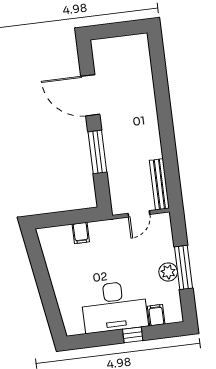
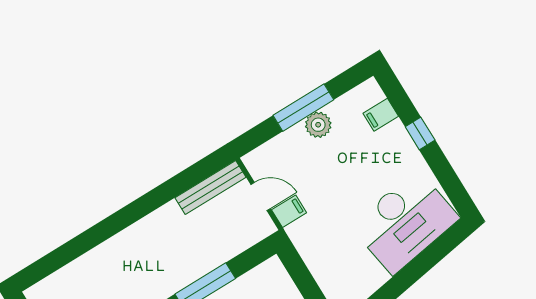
filing cabinet: (81, 233) -> (289, 211), moved
desk: (114, 307) -> (405, 222), moved, turned 81

